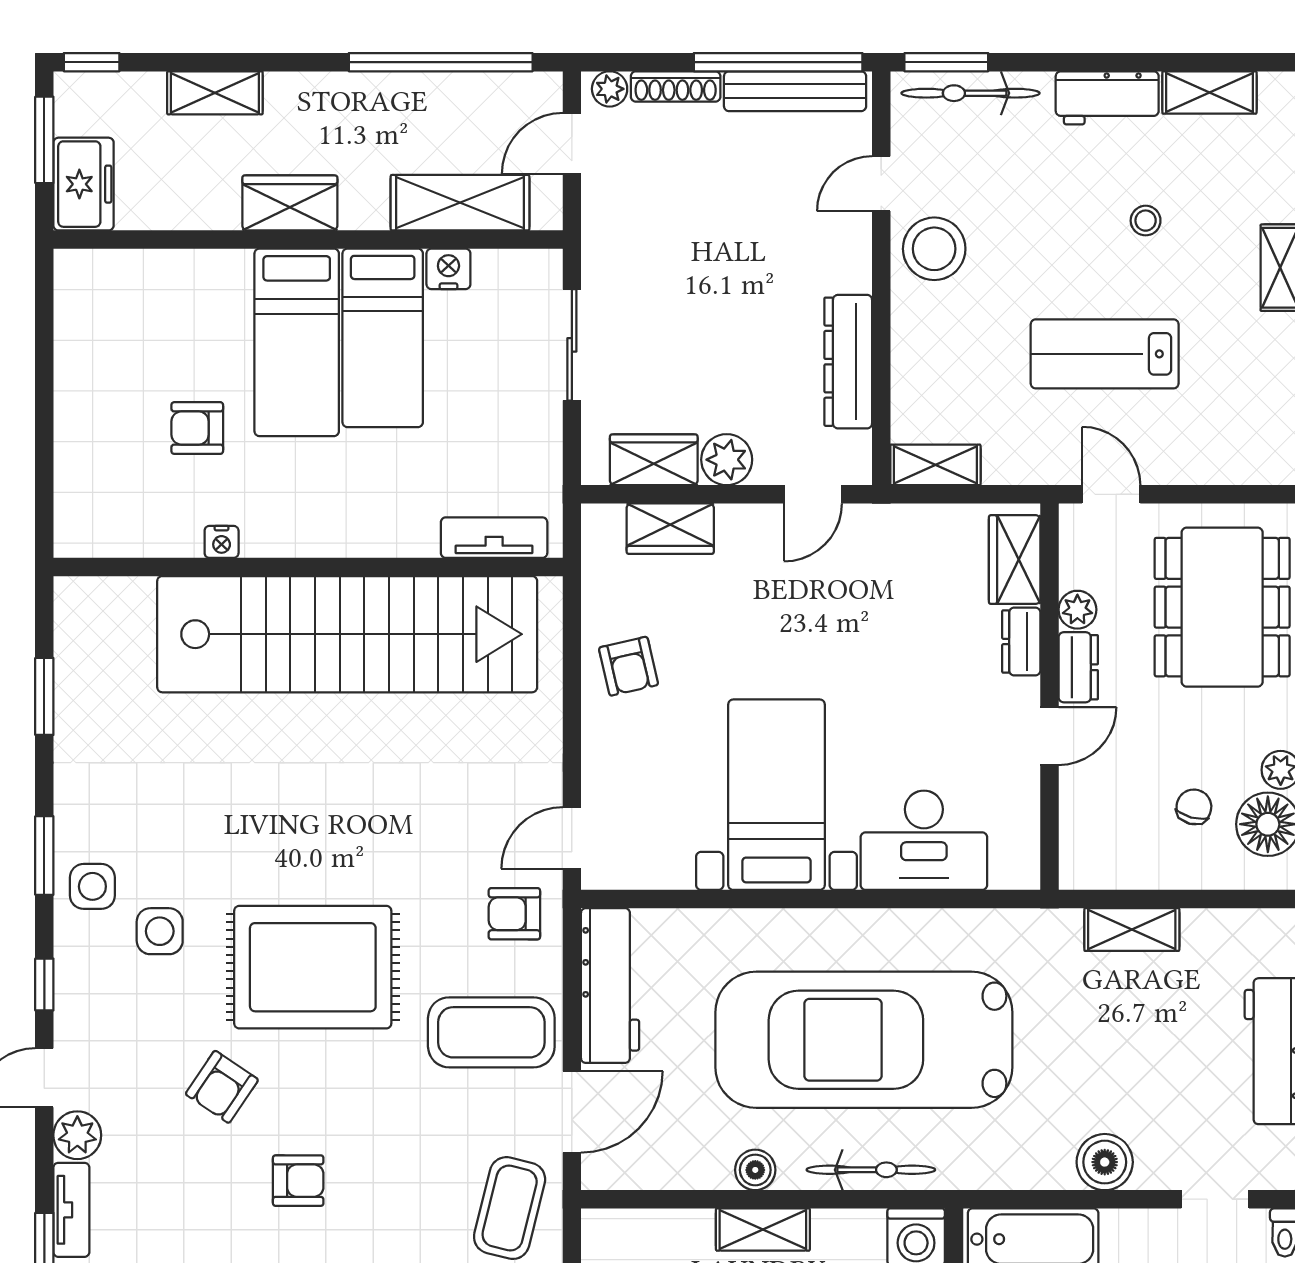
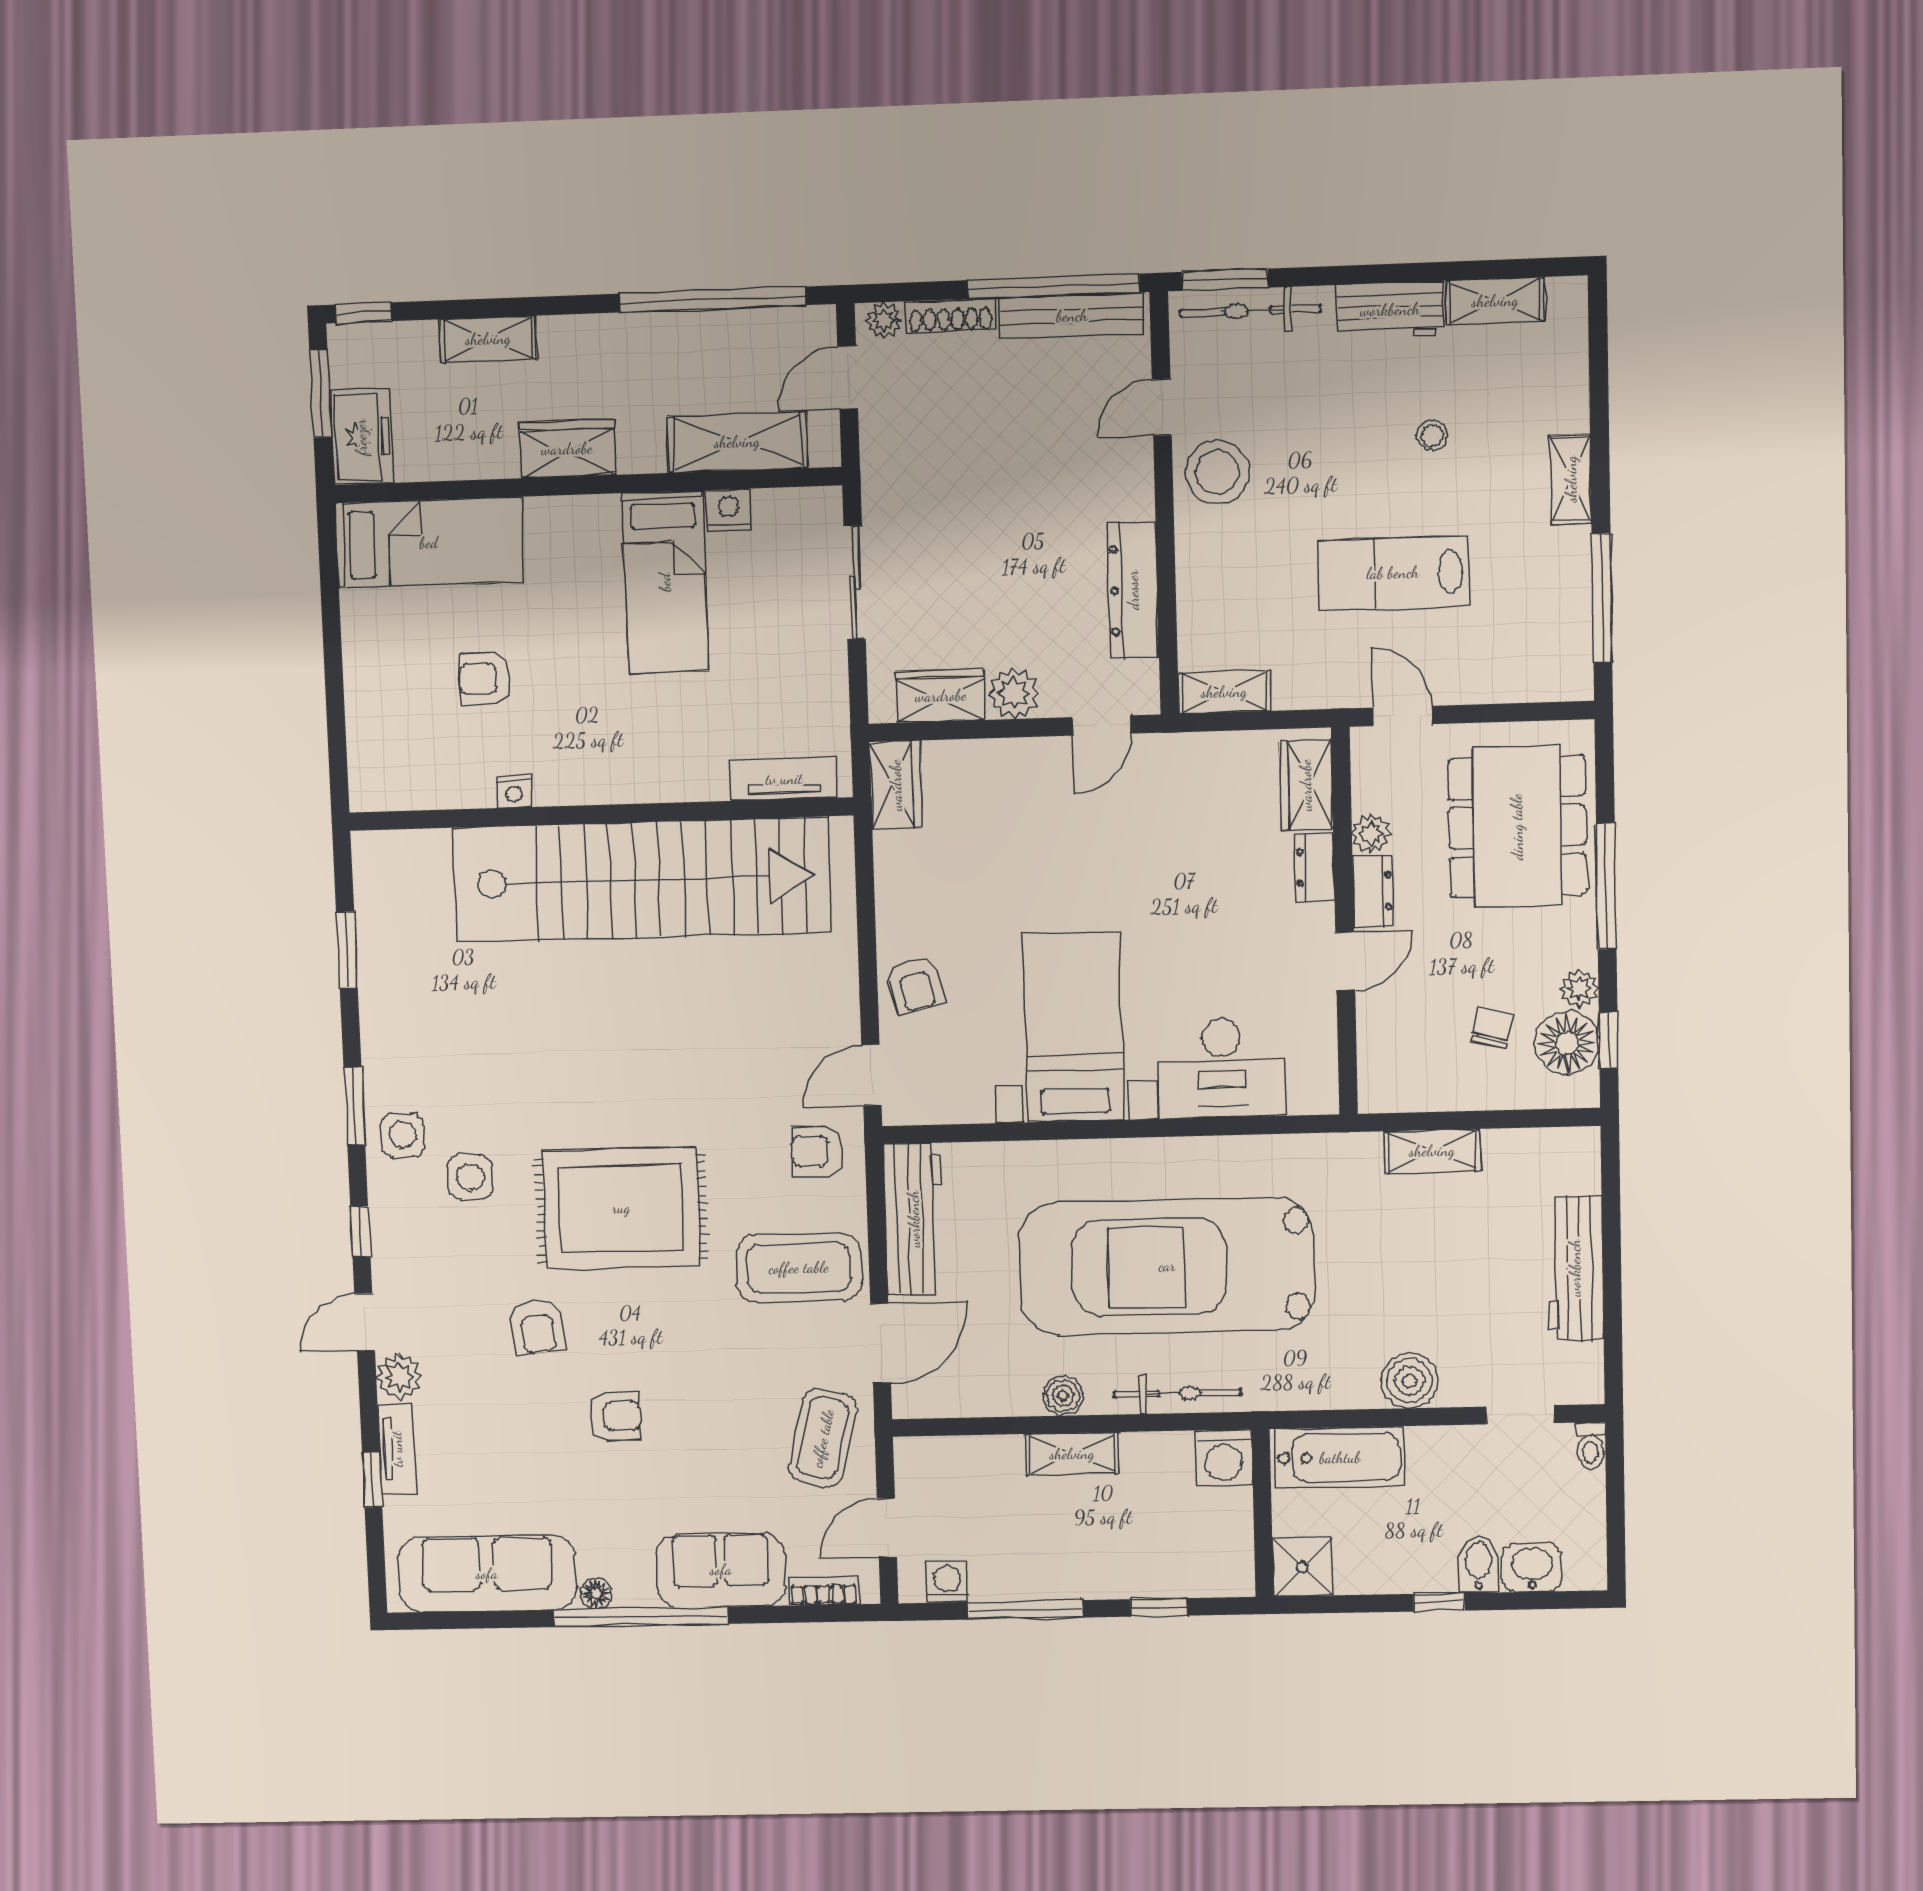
bed: (297, 342) -> (429, 543), moved, turned -90
wardrobe: (670, 529) -> (896, 785), moved, turned -90
armchair: (629, 666) -> (916, 985), moved
armchair: (222, 1087) -> (537, 1327), turned -40

